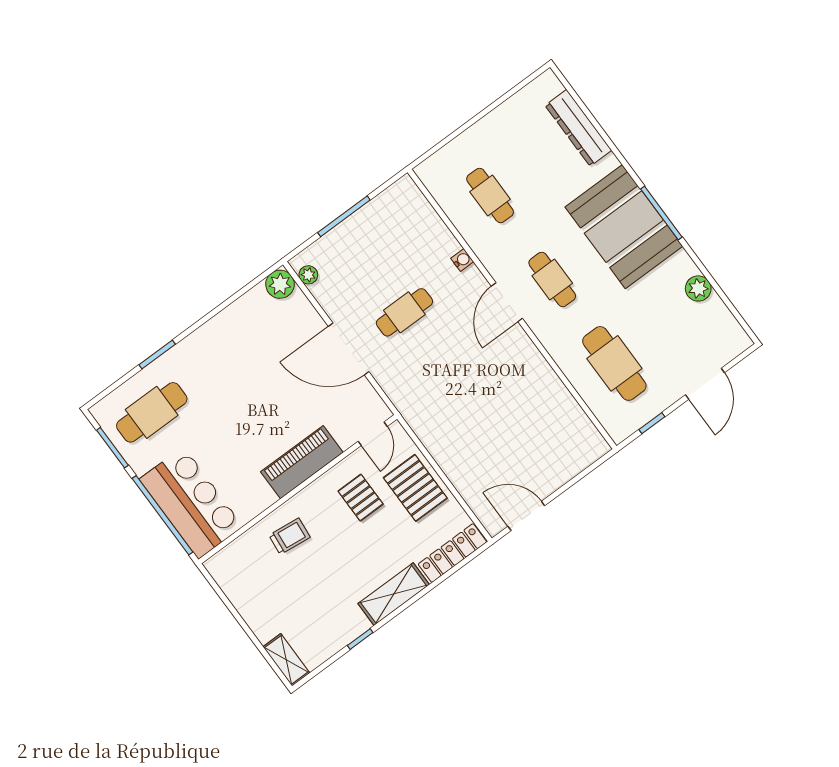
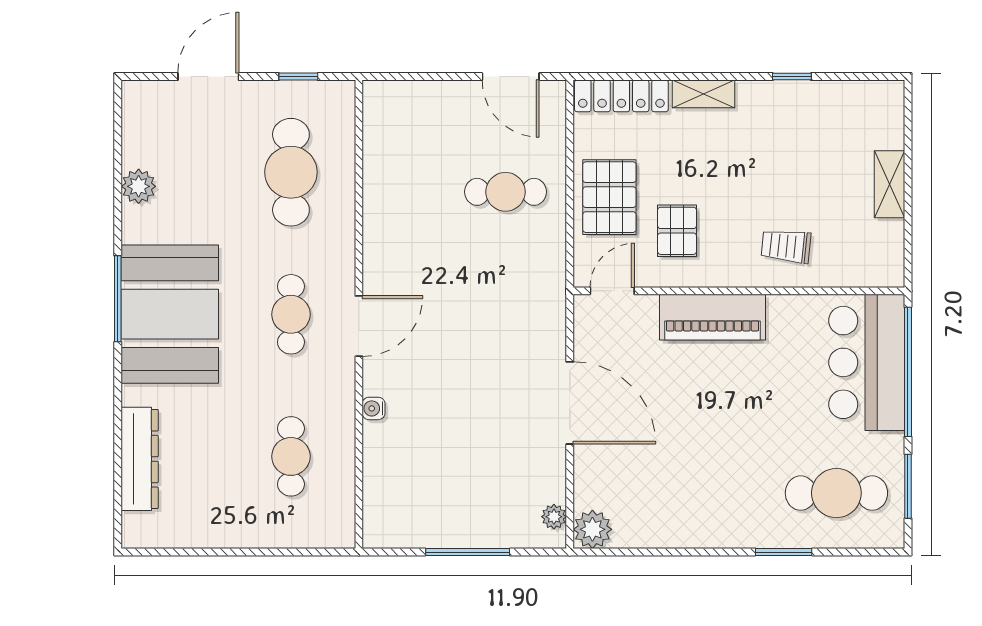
cafe table: (404, 312) -> (505, 192), moved
shelving: (394, 594) -> (703, 94), width x0.67, depth x0.75
shelving: (286, 660) -> (890, 184), moved

